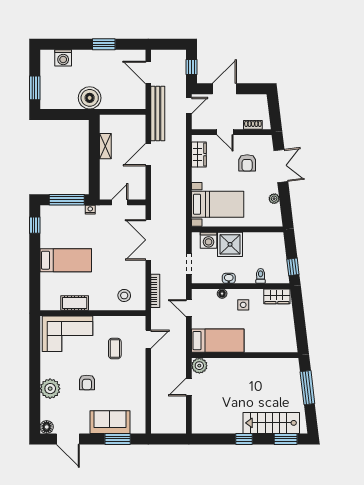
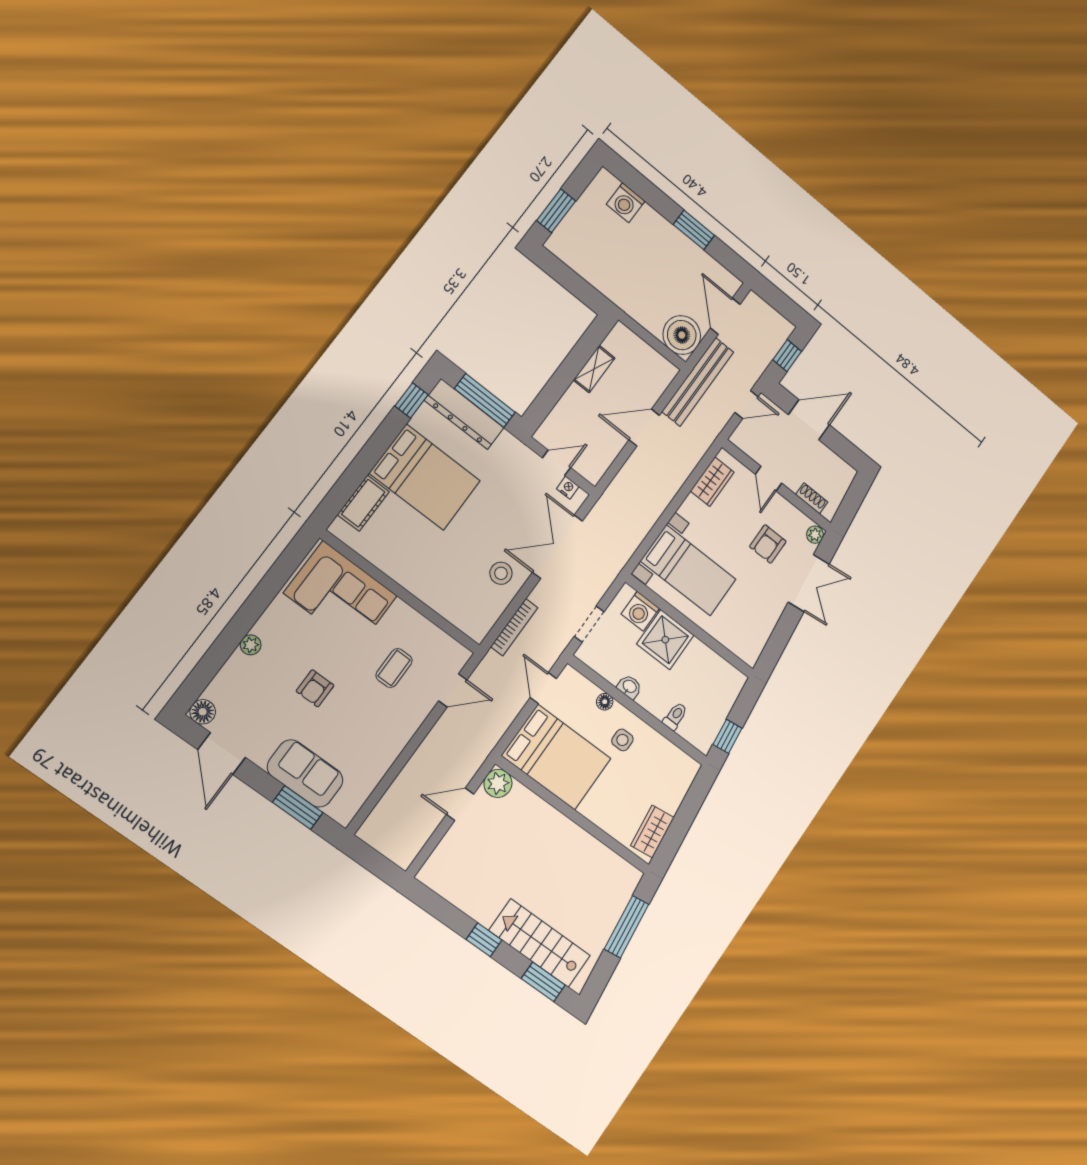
boiler: (90, 98) -> (682, 335), moved
plant: (274, 199) -> (815, 535), moved
nightstand: (90, 210) -> (568, 488), moved
dresser: (62, 213) -> (464, 414), added
bed: (66, 260) -> (425, 477), width x1.50
stool: (124, 295) -> (501, 573), moved
wardrobe: (277, 296) -> (652, 831), moved, turned 83
cot: (75, 303) -> (363, 503), moved, turned 90
bed: (218, 341) -> (556, 757), width x1.50
plant: (50, 389) -> (251, 645), width x0.53, depth x0.53

